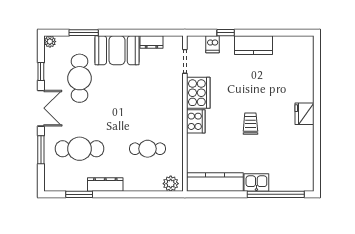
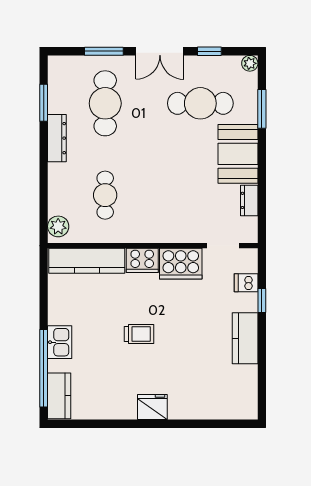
kitchen counter: (215, 182) -> (87, 261), moved, turned 90
kitchen counter: (296, 183) -> (59, 396), added

